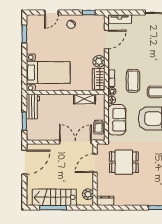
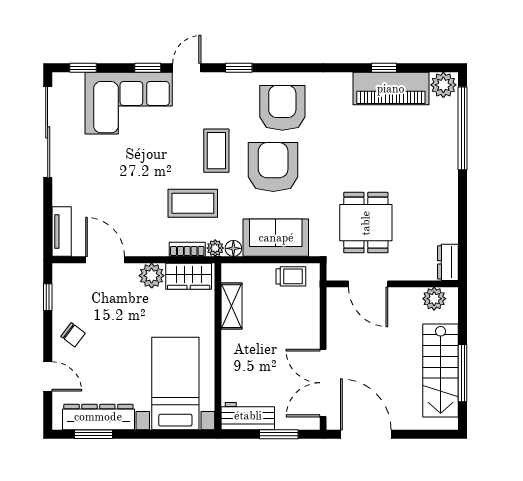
dresser: (32, 36) -> (98, 417), added
double door: (75, 142) -> (323, 383), moved

